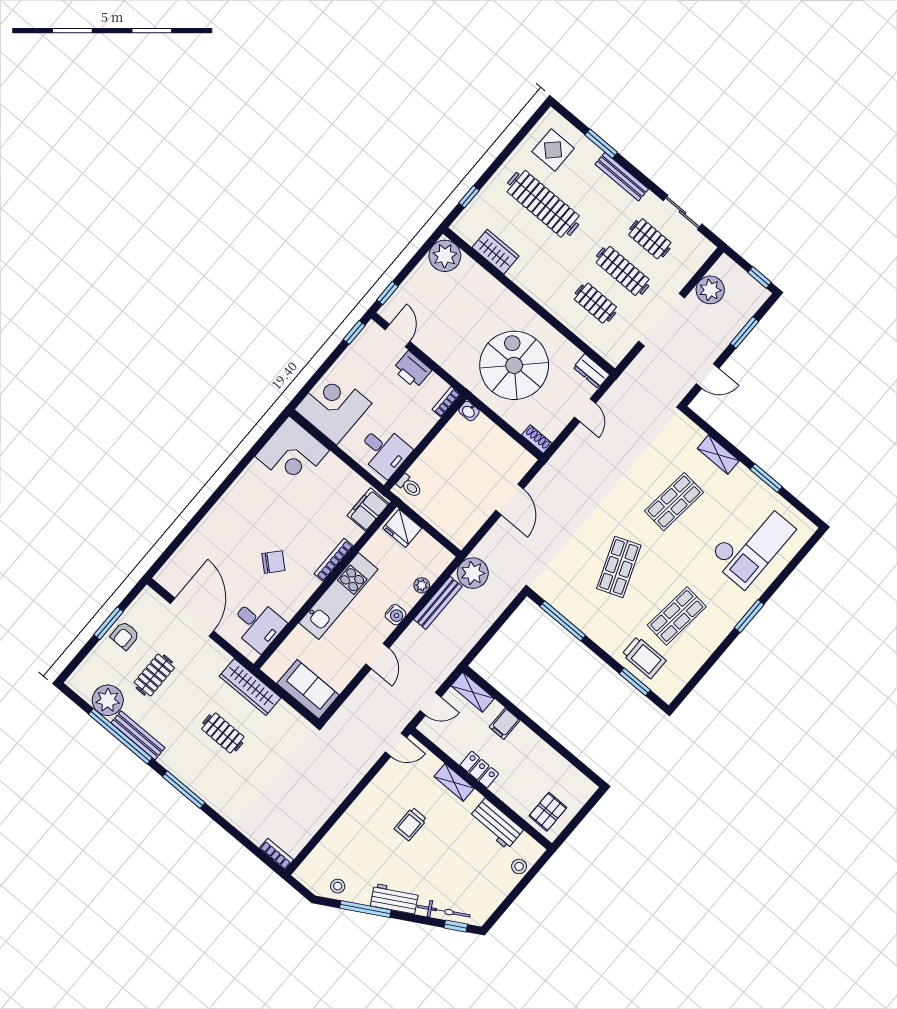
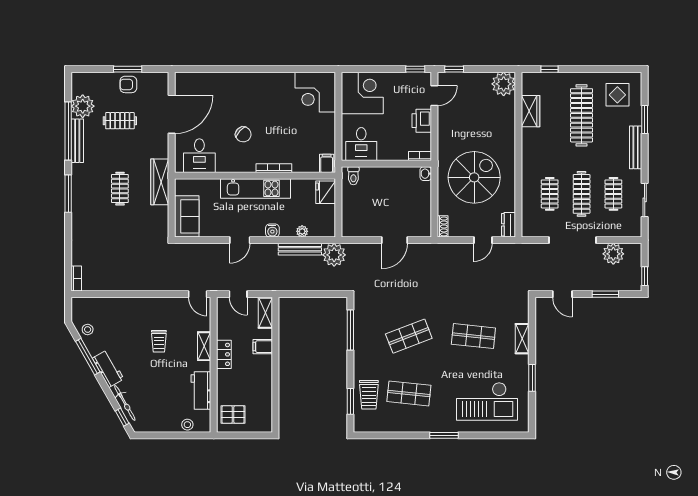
filing cabinet: (368, 510) -> (327, 163), width x0.50
trolley: (411, 824) -> (159, 341), turned -90

